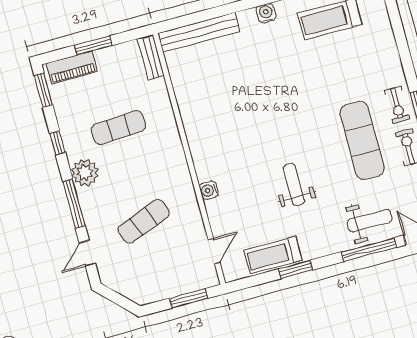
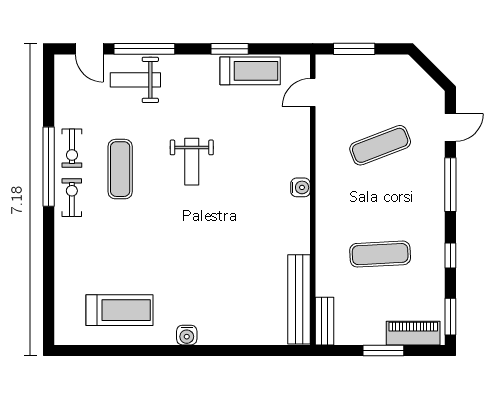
bench: (199, 32) -> (299, 299), moved, turned 90
exercise mat: (362, 140) -> (120, 169), width x0.73, depth x0.69
plant: (85, 173) -> (430, 215), removed
weight bench: (294, 184) -> (192, 162), moved
water cooler: (209, 190) -> (300, 187), moved

